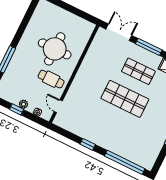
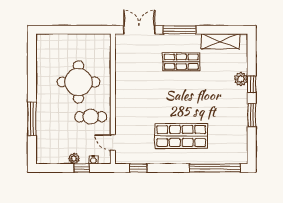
shop shelf: (125, 99) -> (181, 136), moved
window: (16, 109) -> (82, 168), moved
window: (88, 144) -> (138, 168), moved

